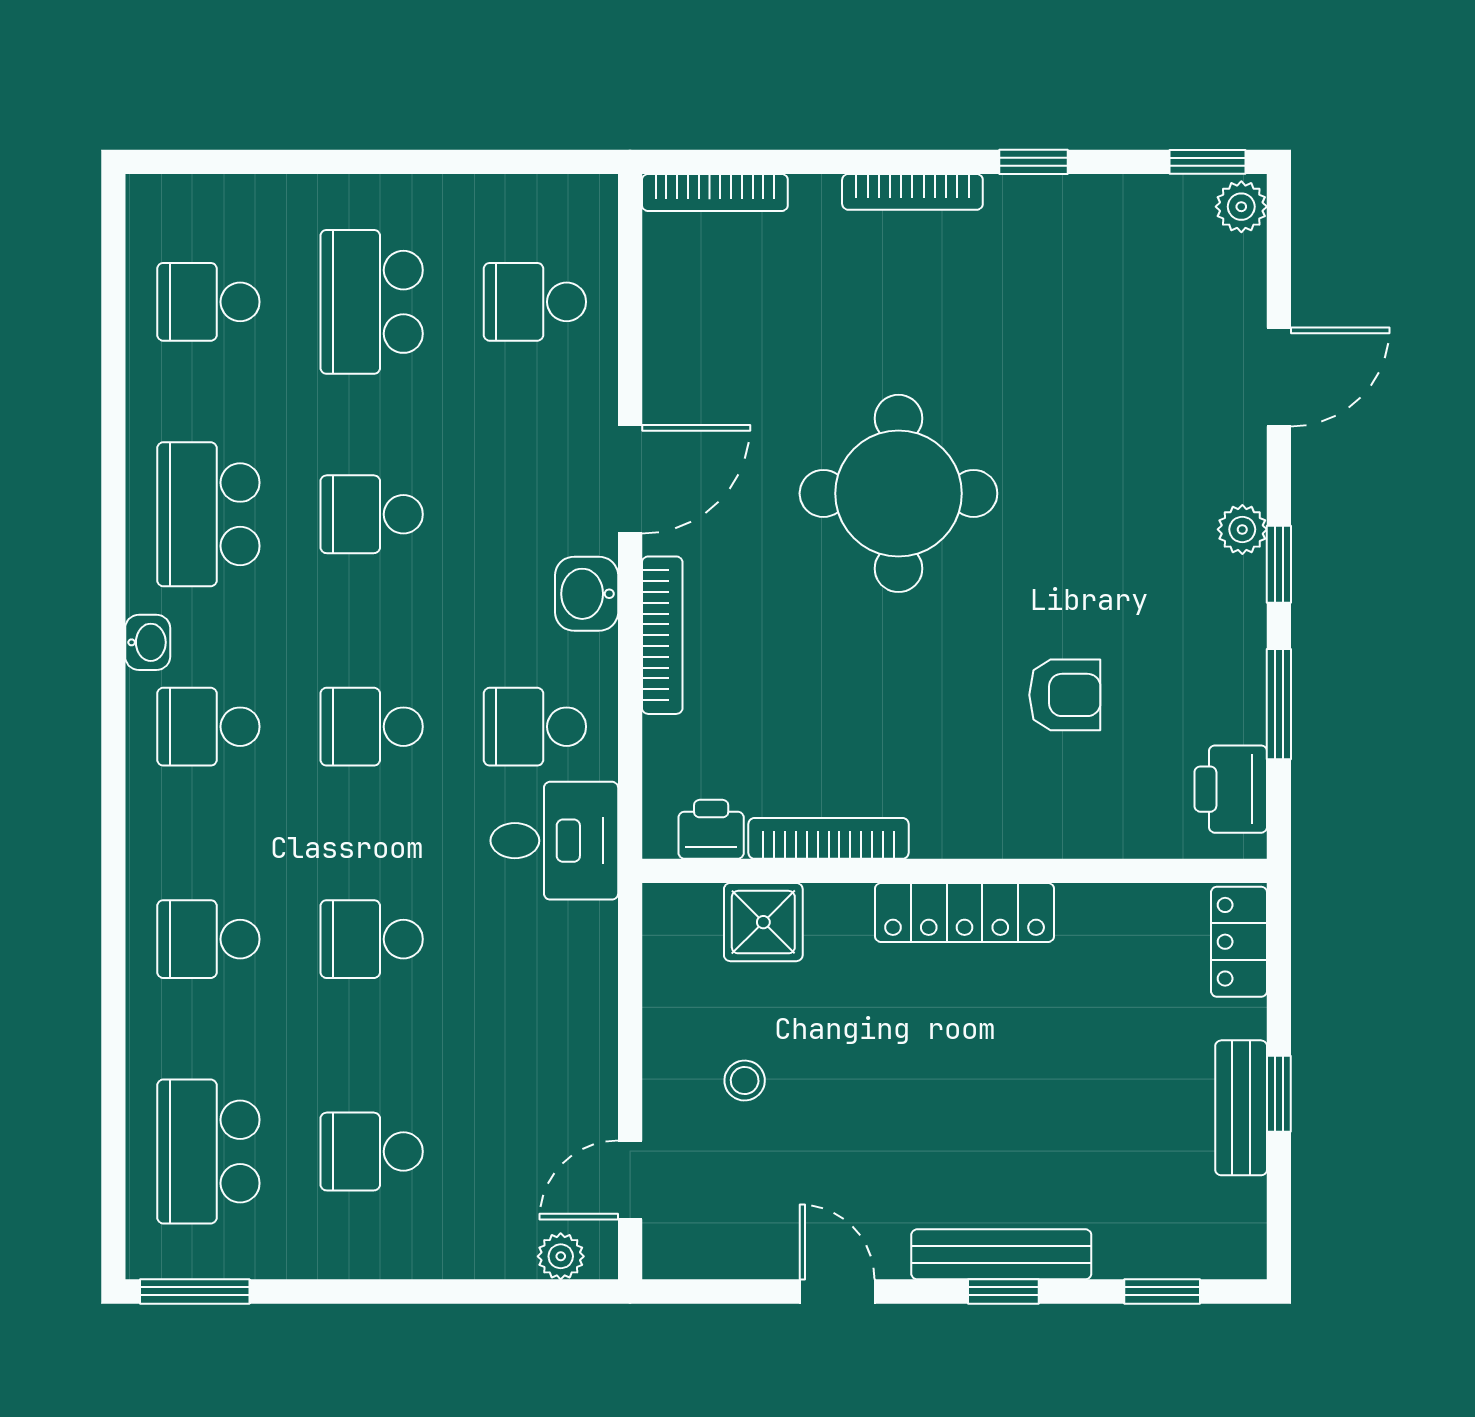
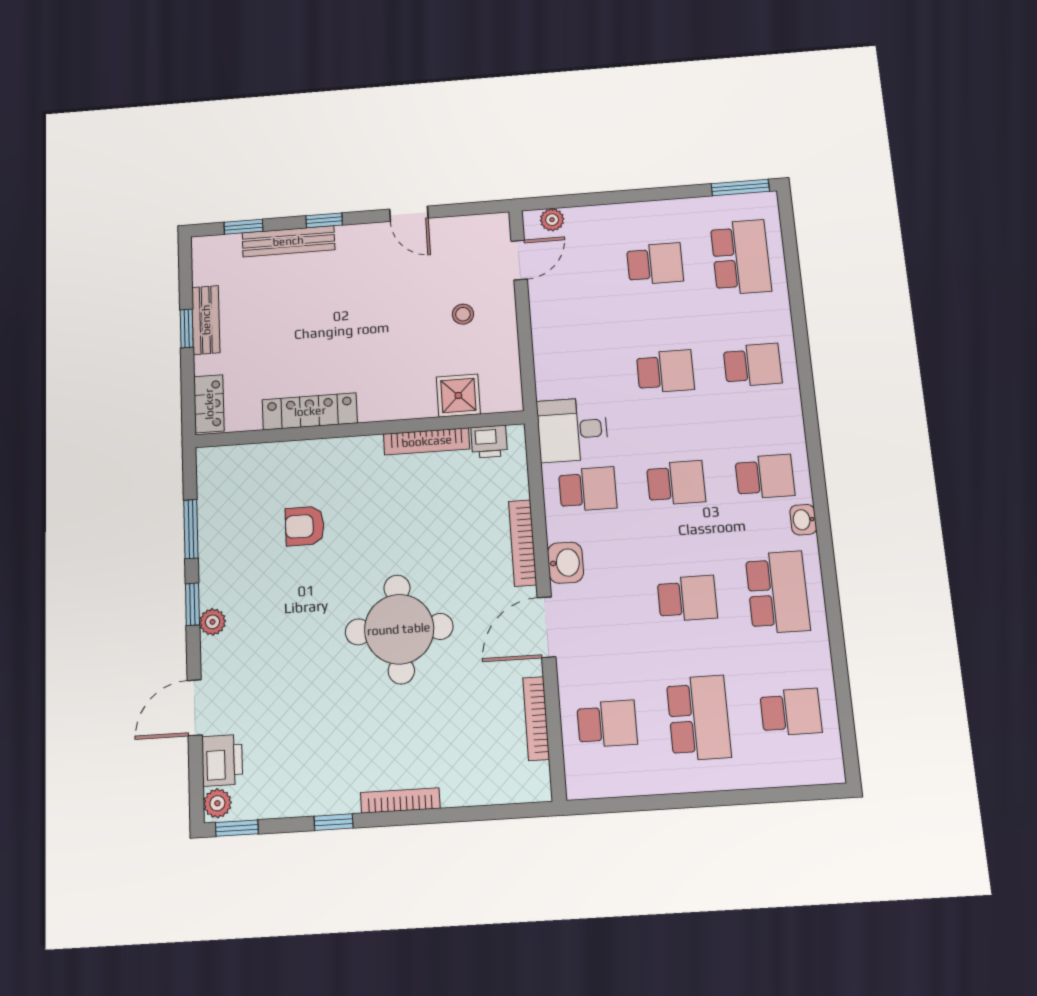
bookcase: (715, 193) -> (536, 718), moved, turned -90
printer: (1231, 789) -> (222, 760), moved
locker: (965, 913) -> (310, 411), moved
bench: (1001, 1254) -> (288, 241), moved

